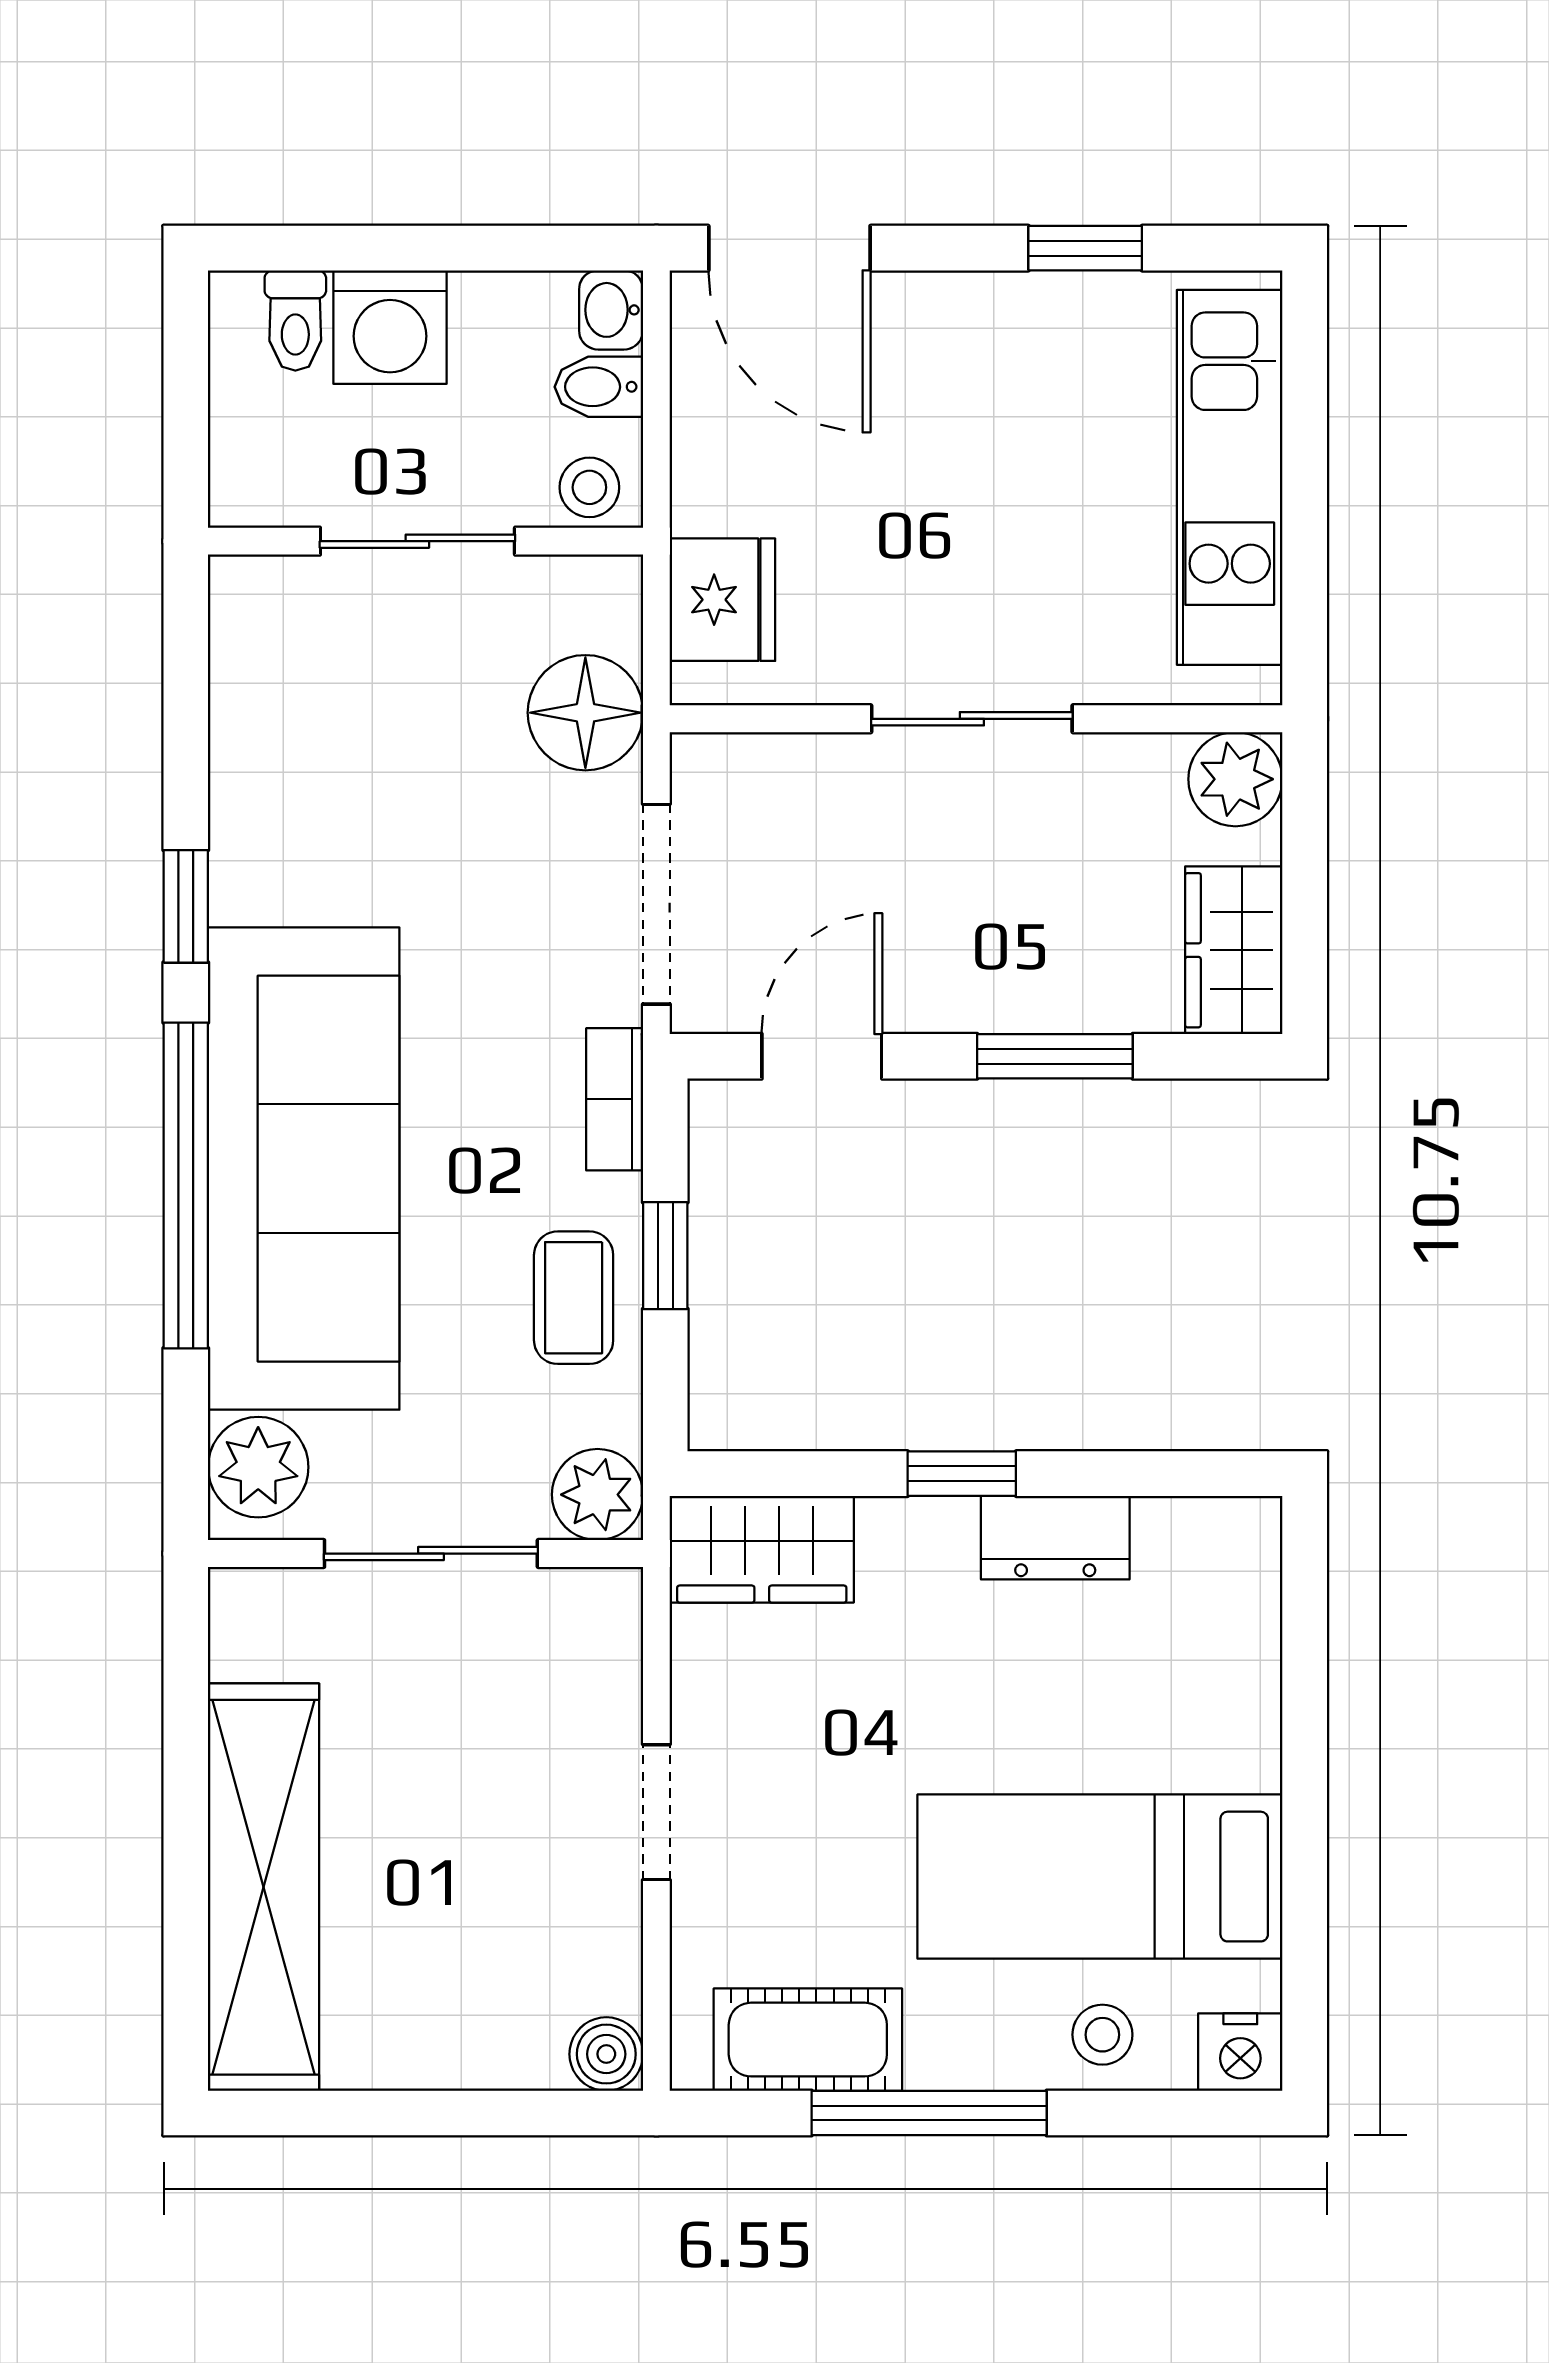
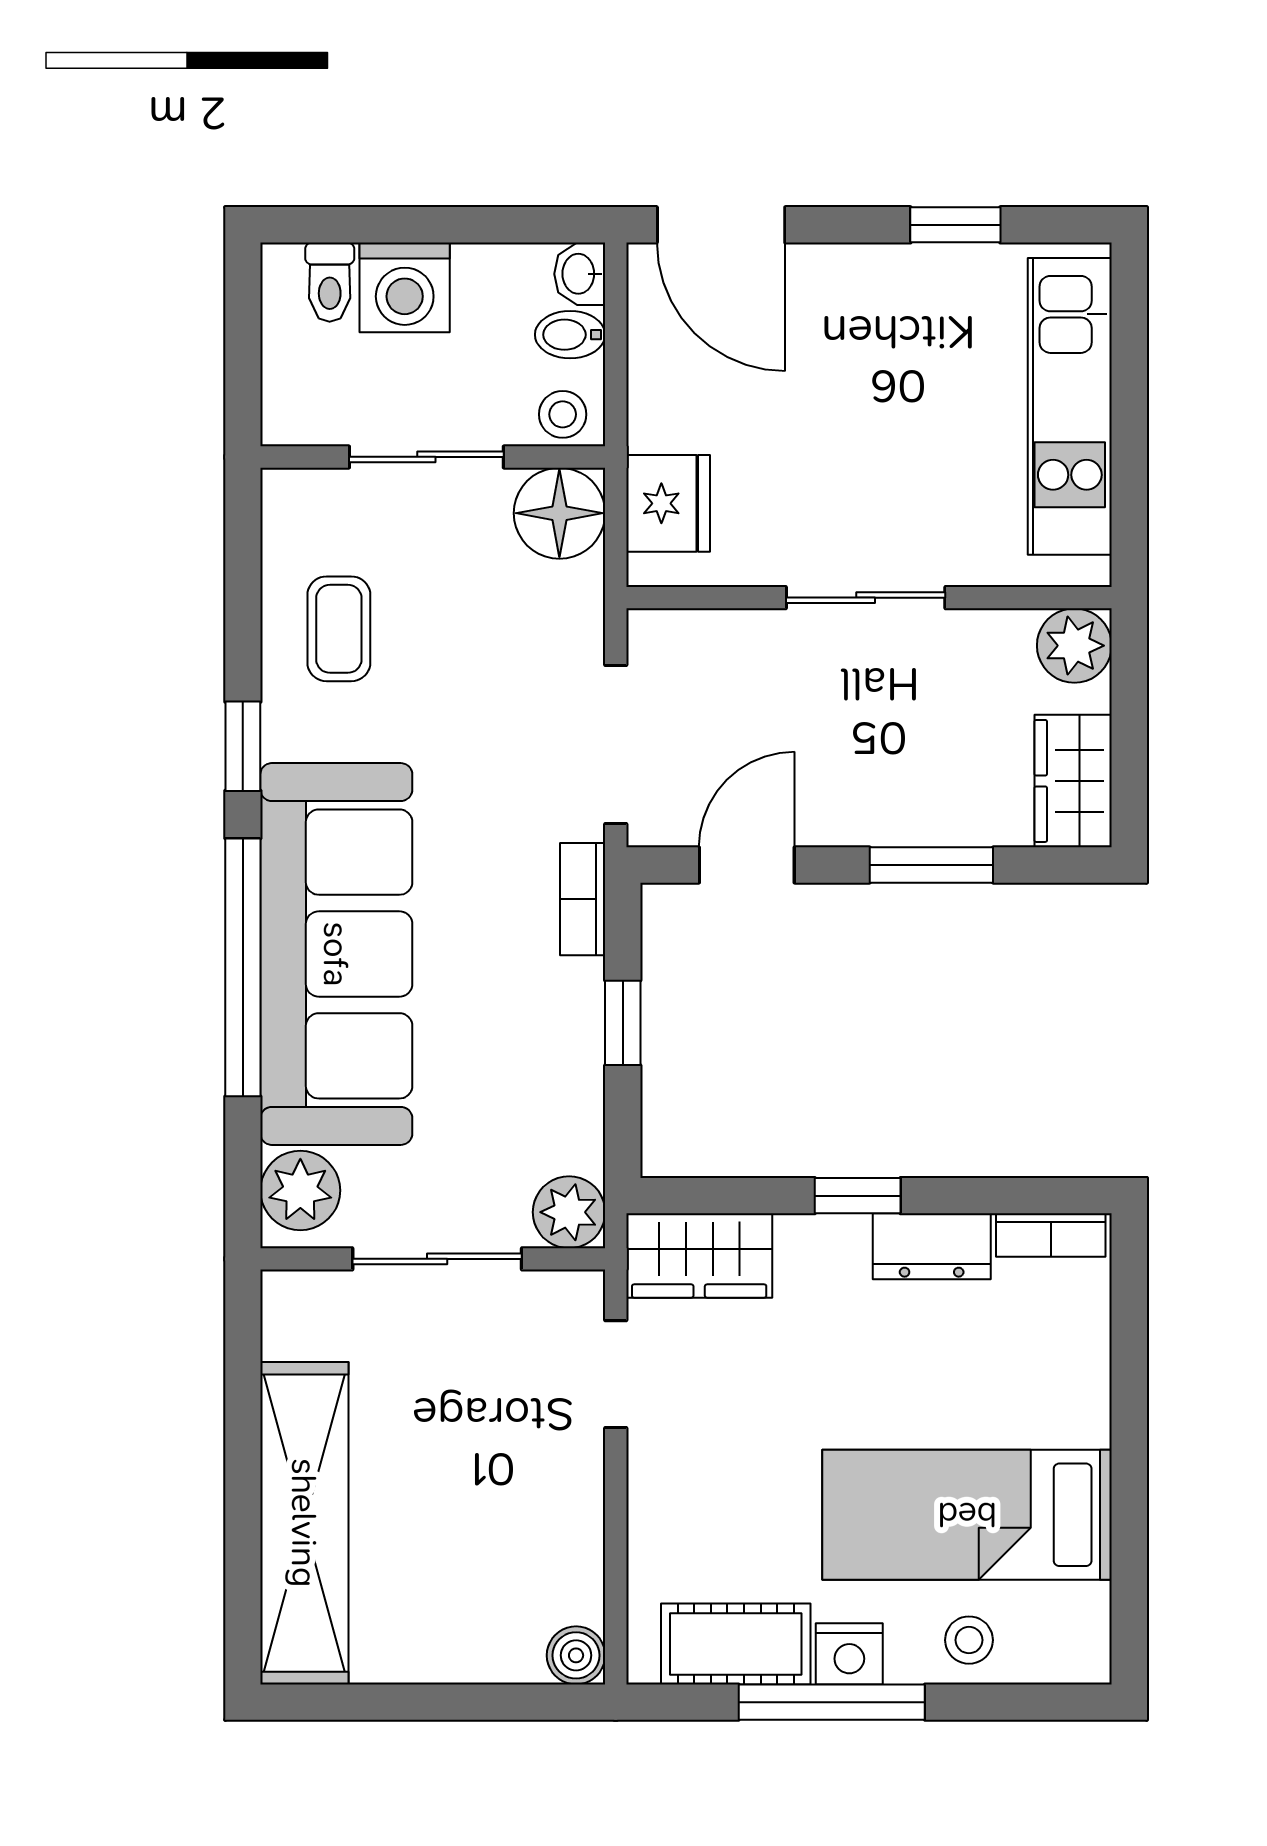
floor lamp: (585, 713) -> (559, 513), moved
coffee table: (574, 1298) -> (339, 629), moved
bookcase: (1206, 1523) -> (1051, 1235), added
doorway: (656, 1812) -> (616, 1374), moved
nightstand: (1240, 2052) -> (849, 1654), moved

